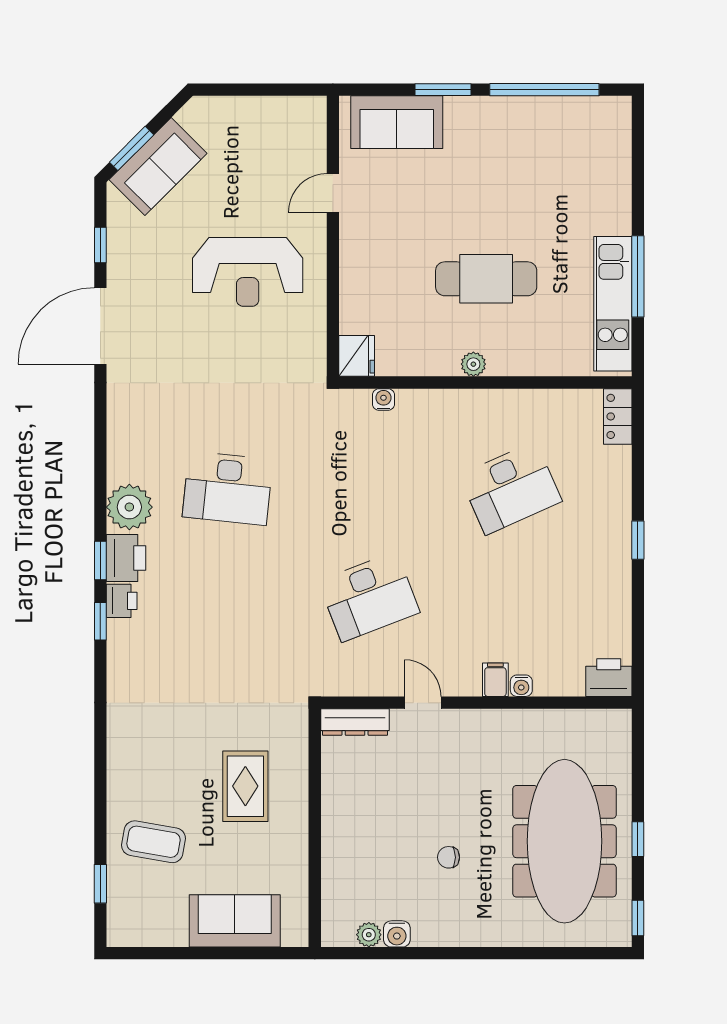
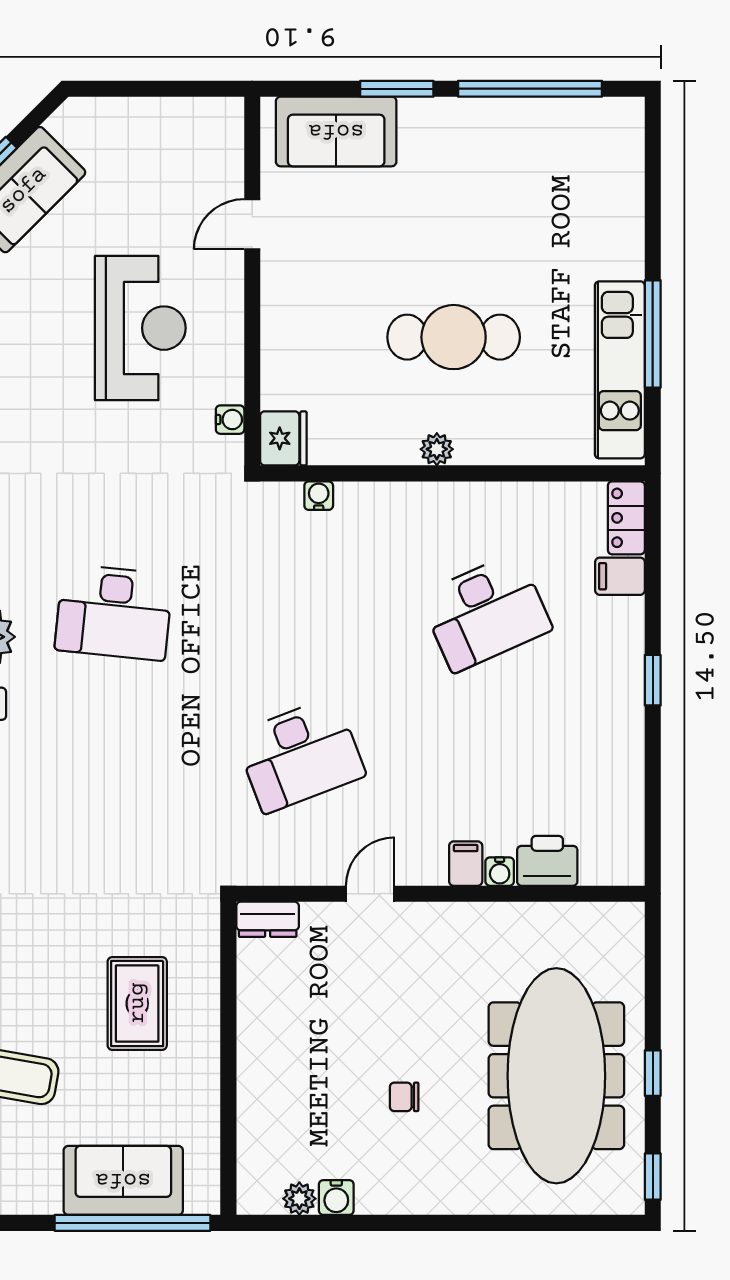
reception desk: (248, 272) -> (140, 328), turned -90
water cooler: (316, 342) -> (230, 420), added
filing cabinet: (613, 461) -> (620, 576), added
printer: (609, 678) -> (547, 861), moved
door: (423, 703) -> (370, 894), hinge flipped
dresser: (355, 722) -> (268, 919), width x0.70
window: (242, 953) -> (132, 1223), added

